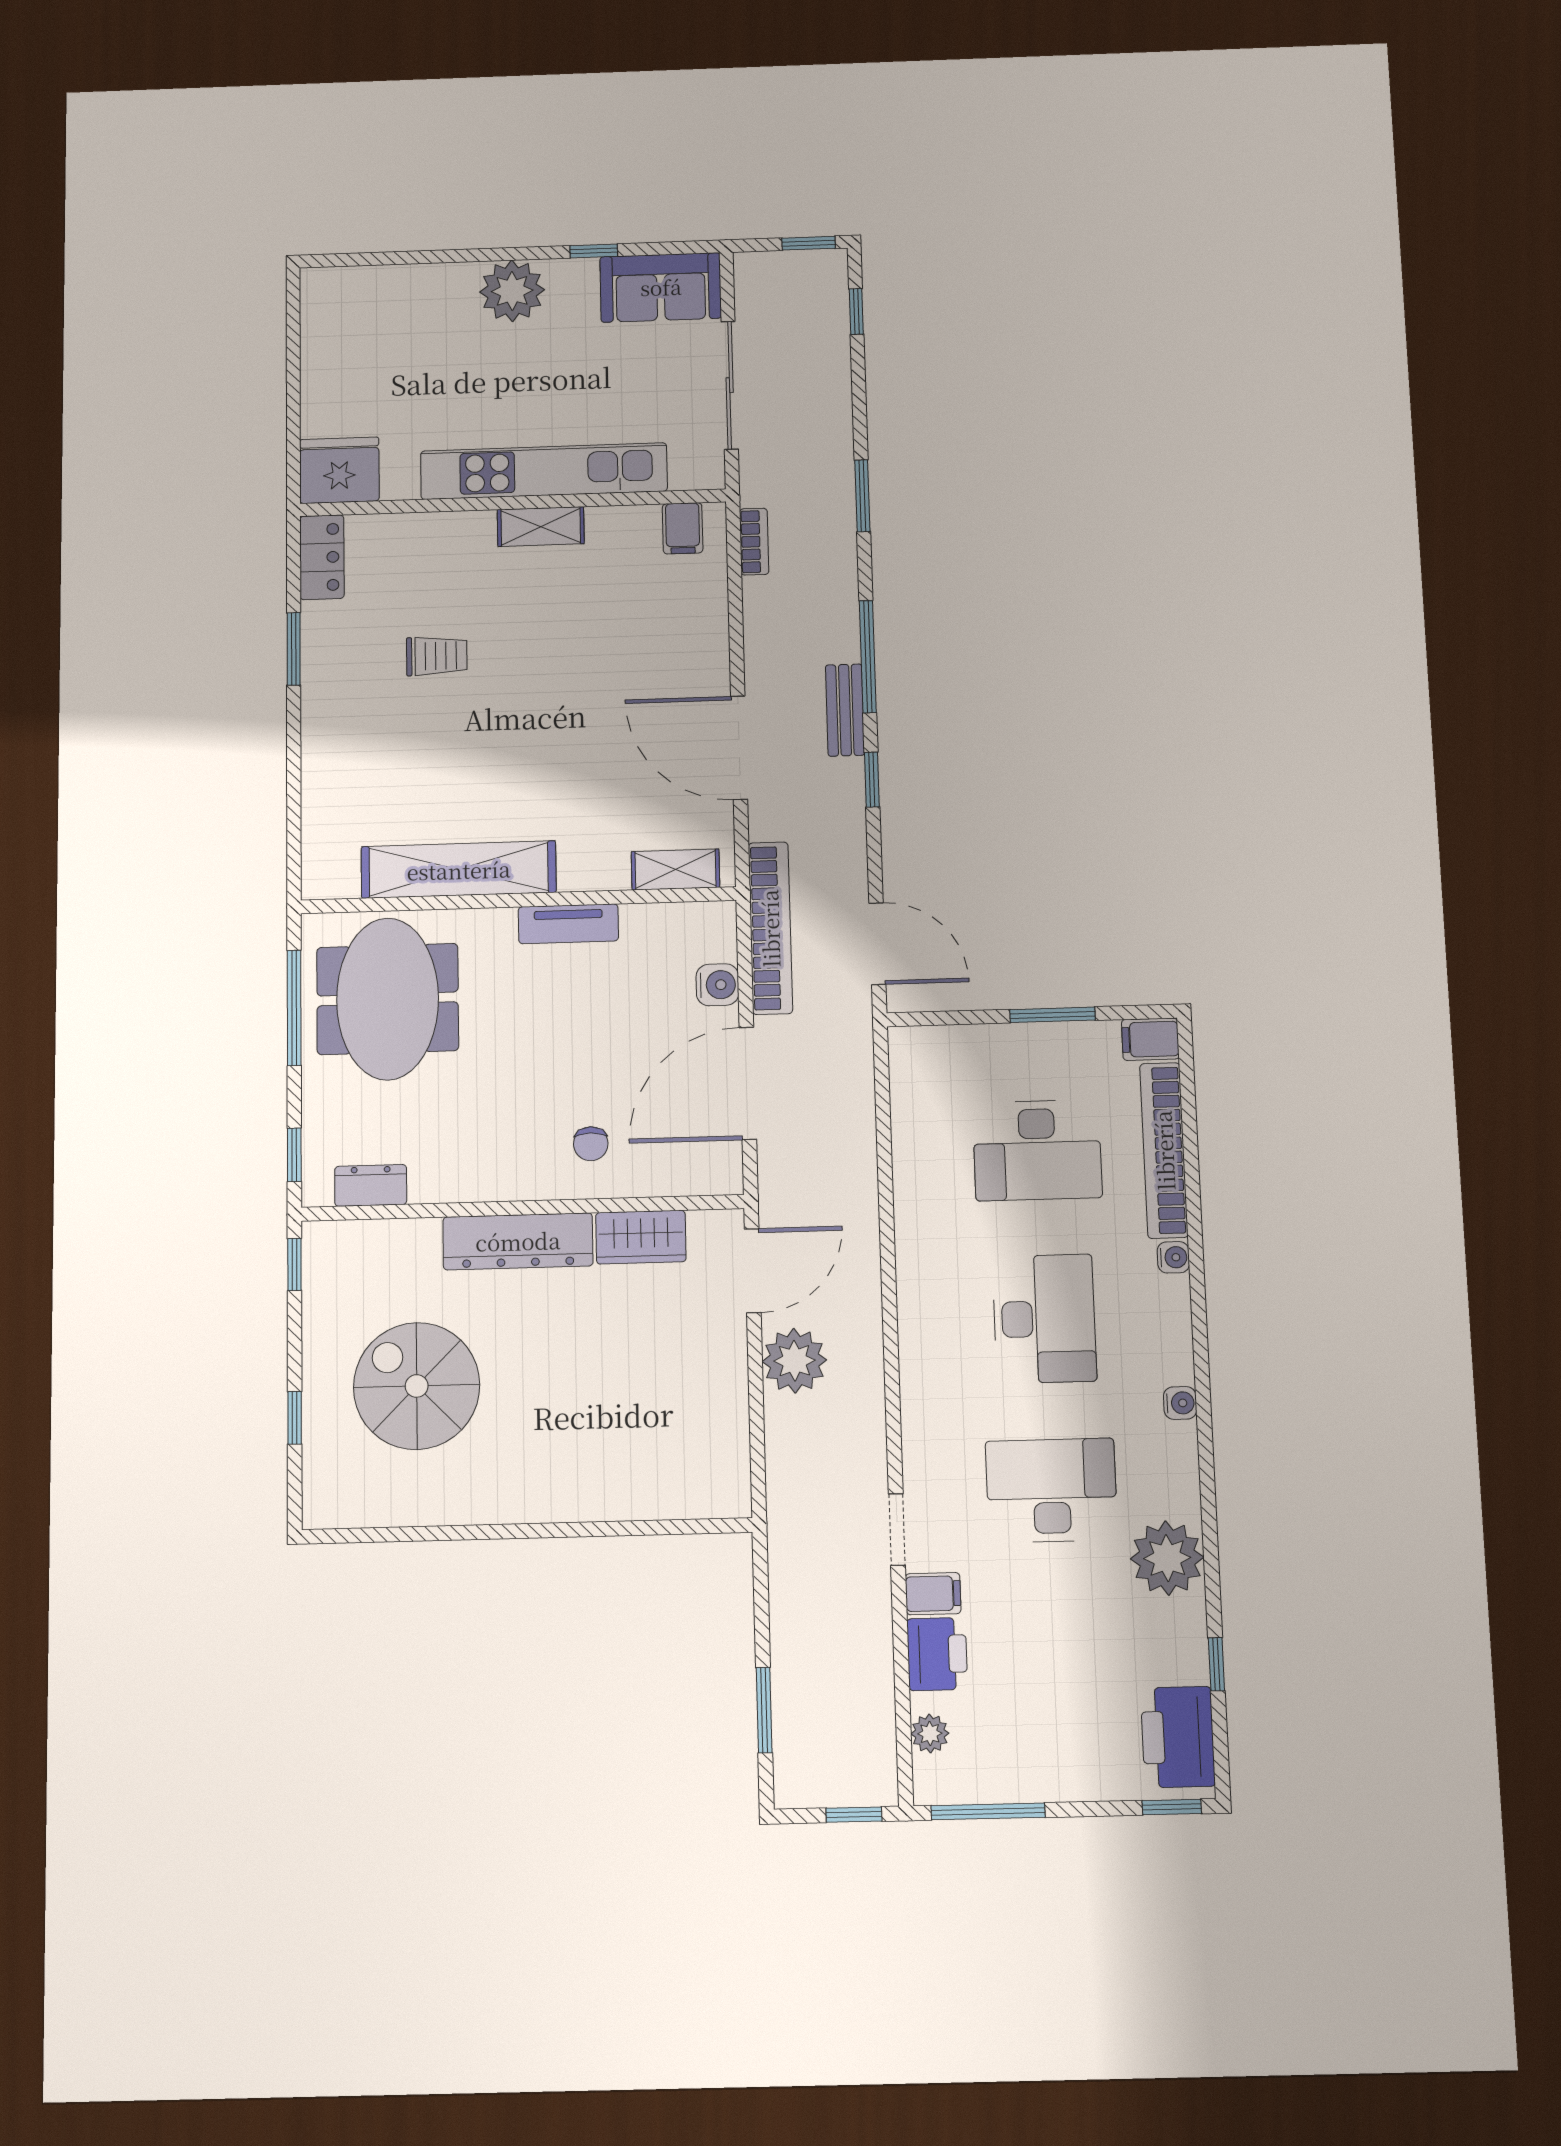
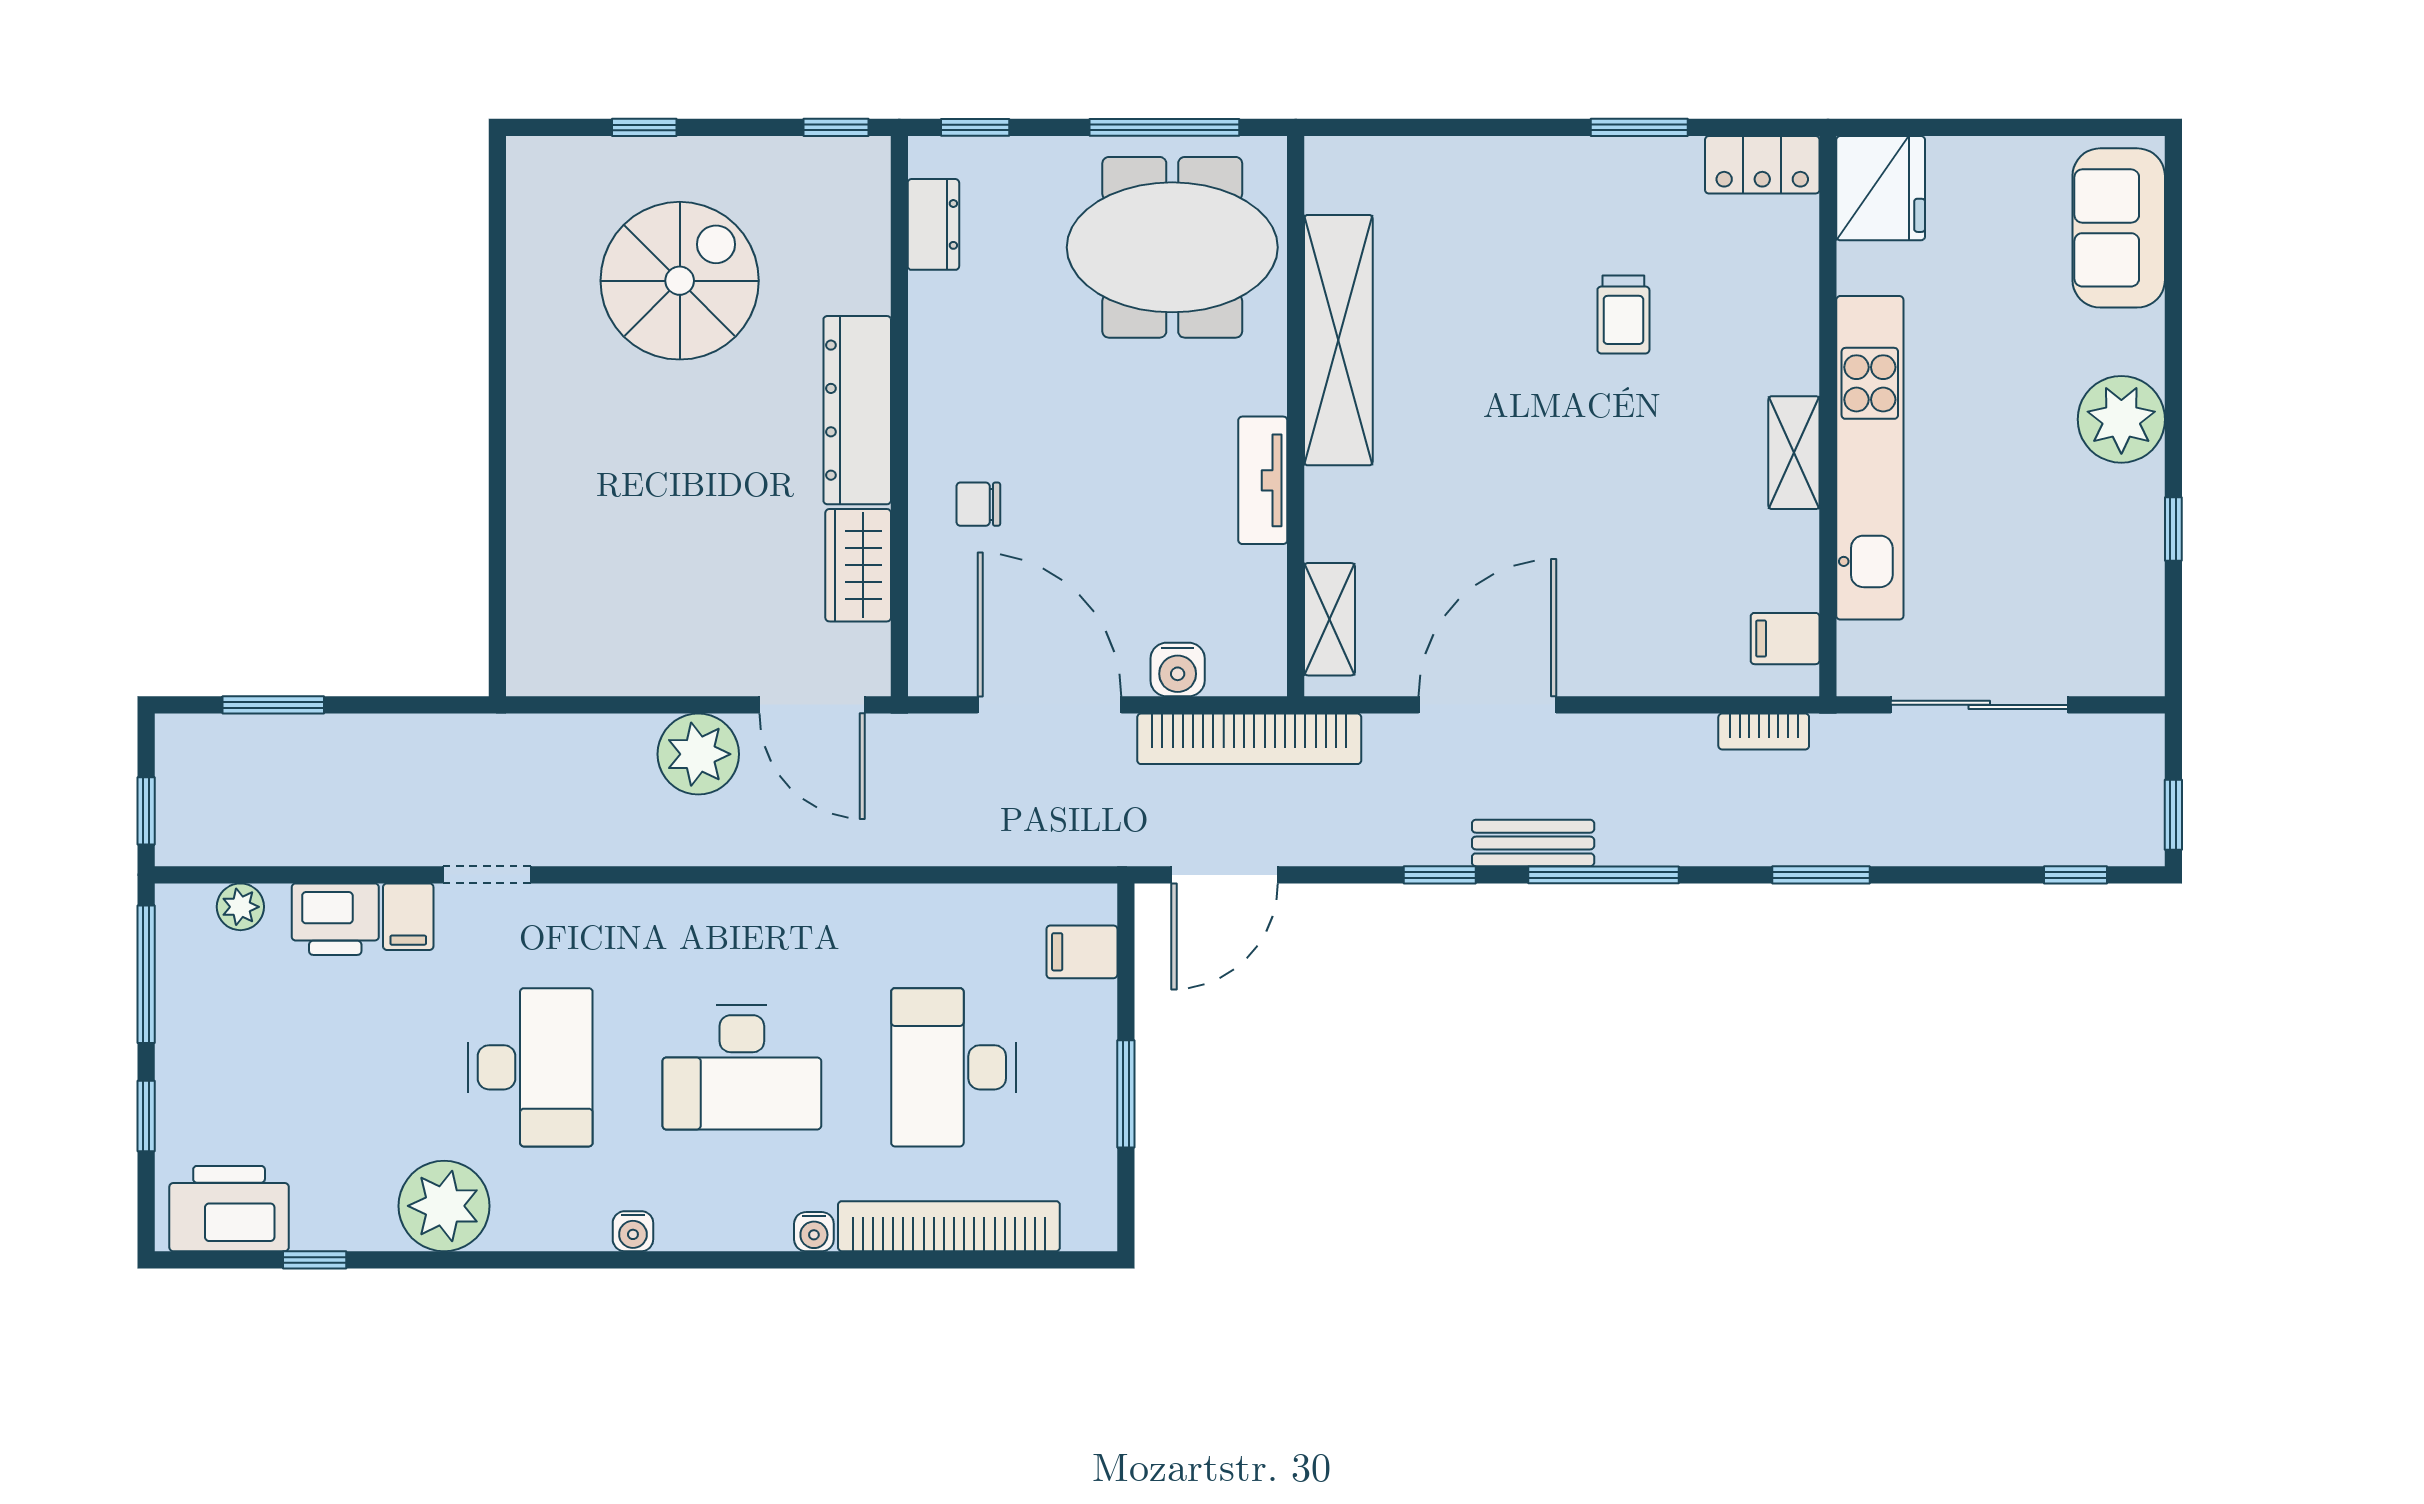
sofa: (661, 287) -> (2119, 228), moved
filing cabinet: (1150, 1039) -> (1082, 952), moved, turned -90
window: (1172, 1807) -> (146, 1116), moved

